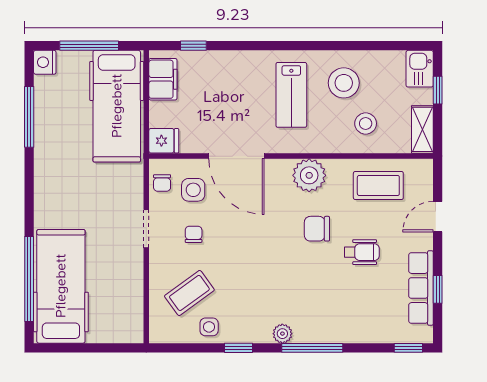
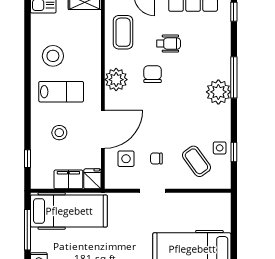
filing cabinet: (163, 79) -> (68, 179), moved
stool: (366, 123) -> (59, 133), moved
chair: (162, 183) -> (121, 180), removed
chair: (317, 229) -> (153, 74), turned 180
wheelchair: (362, 252) -> (169, 44), turned 90
plant: (282, 334) -> (218, 92), width x1.88, depth x1.88
window: (238, 348) -> (234, 152), moved

